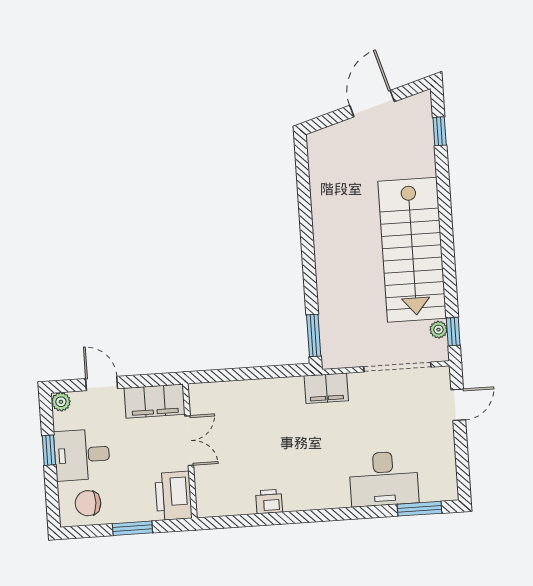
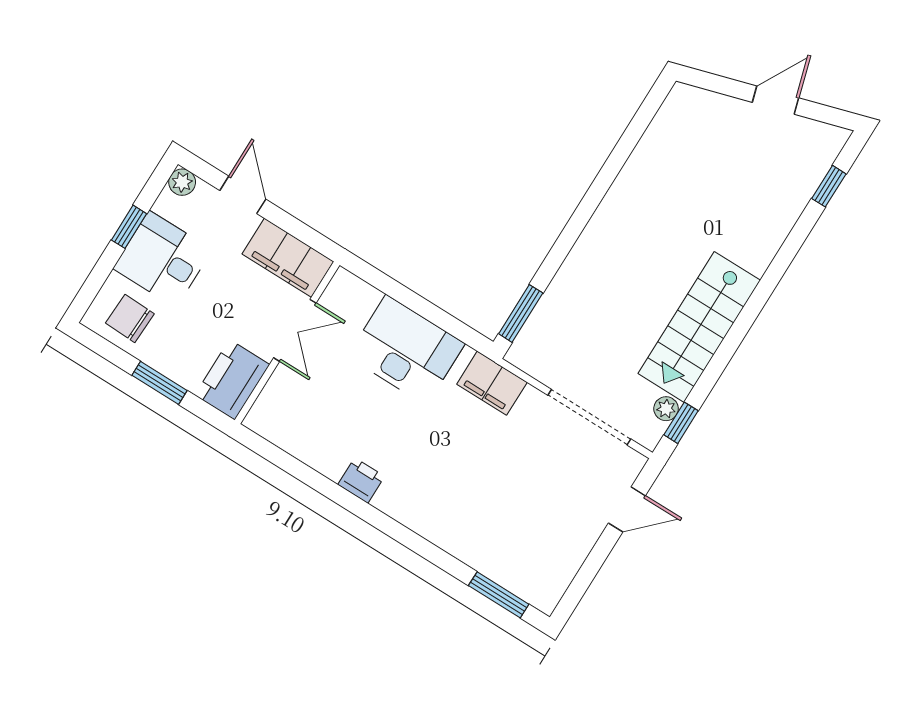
door: (372, 104) -> (775, 100), width x0.73
stairs: (412, 250) -> (699, 327), width x0.73, depth x0.66
desk: (384, 479) -> (406, 350), moved, turned 180
printer: (269, 502) -> (361, 480), moved

